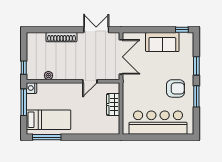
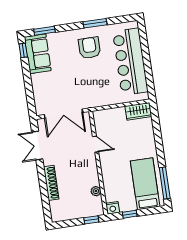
sofa: (162, 42) -> (38, 54), moved
double door: (121, 57) -> (63, 114), swing flipped
window: (196, 66) -> (44, 31), moved
window: (24, 102) -> (130, 214), width x0.46
wardrobe: (113, 105) -> (138, 111), moved

